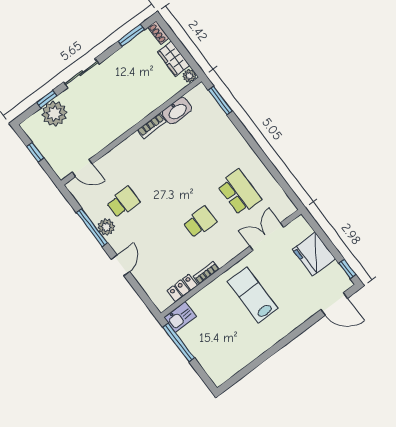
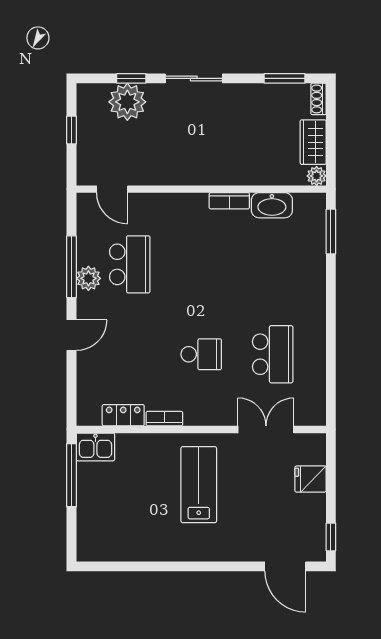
school desk: (123, 202) -> (130, 264), width x1.85
fridge: (314, 254) -> (311, 479), width x0.53, depth x0.75

